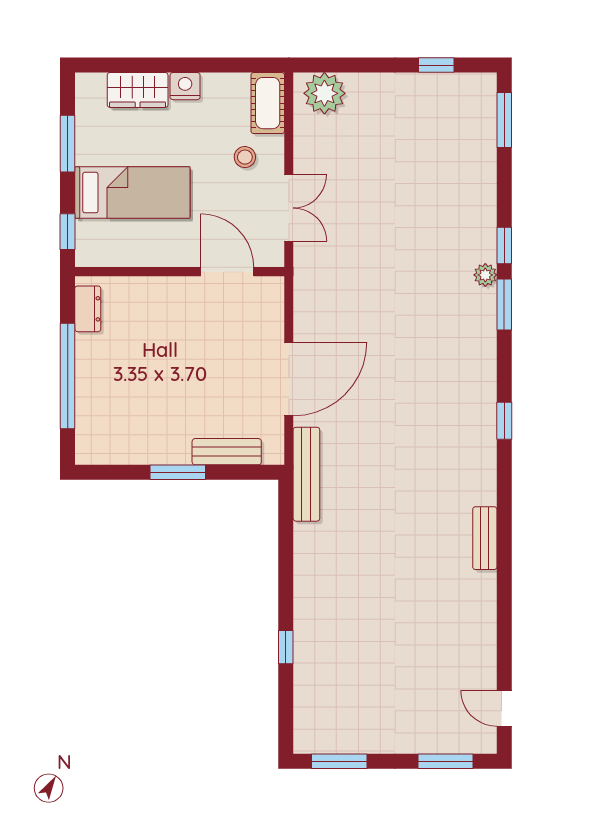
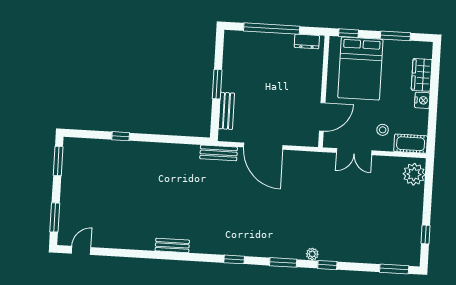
bed: (132, 193) -> (360, 69), width x1.50
window: (504, 305) -> (283, 262), moved
bench: (306, 474) -> (219, 153), width x0.73

